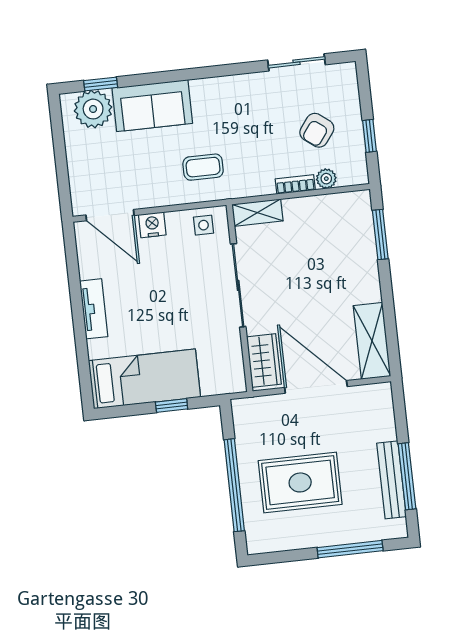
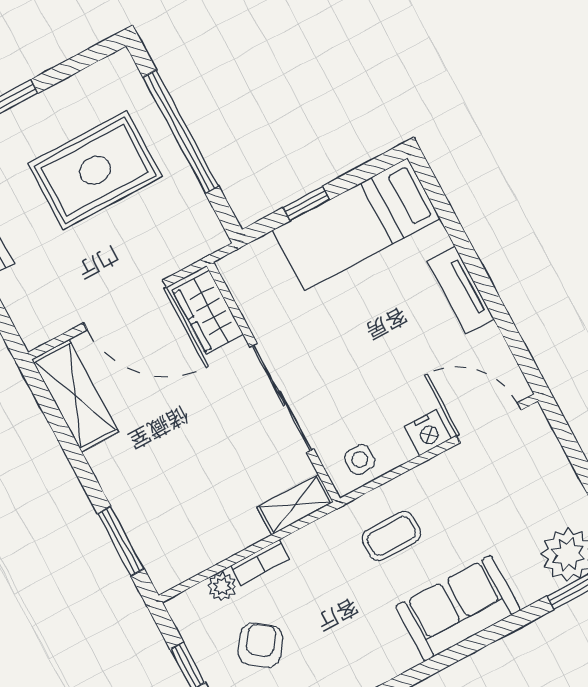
sofa: (152, 106) -> (458, 608), moved

